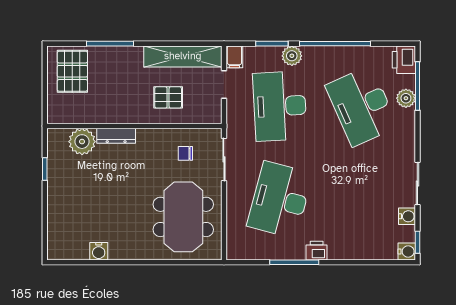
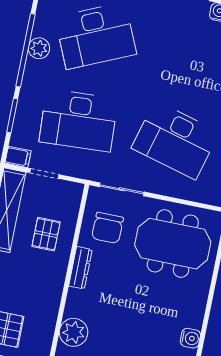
plant: (292, 56) -> (39, 48), moved
dresser: (116, 136) -> (80, 268), moved
chair: (185, 153) -> (107, 228), width x1.87, depth x1.87

